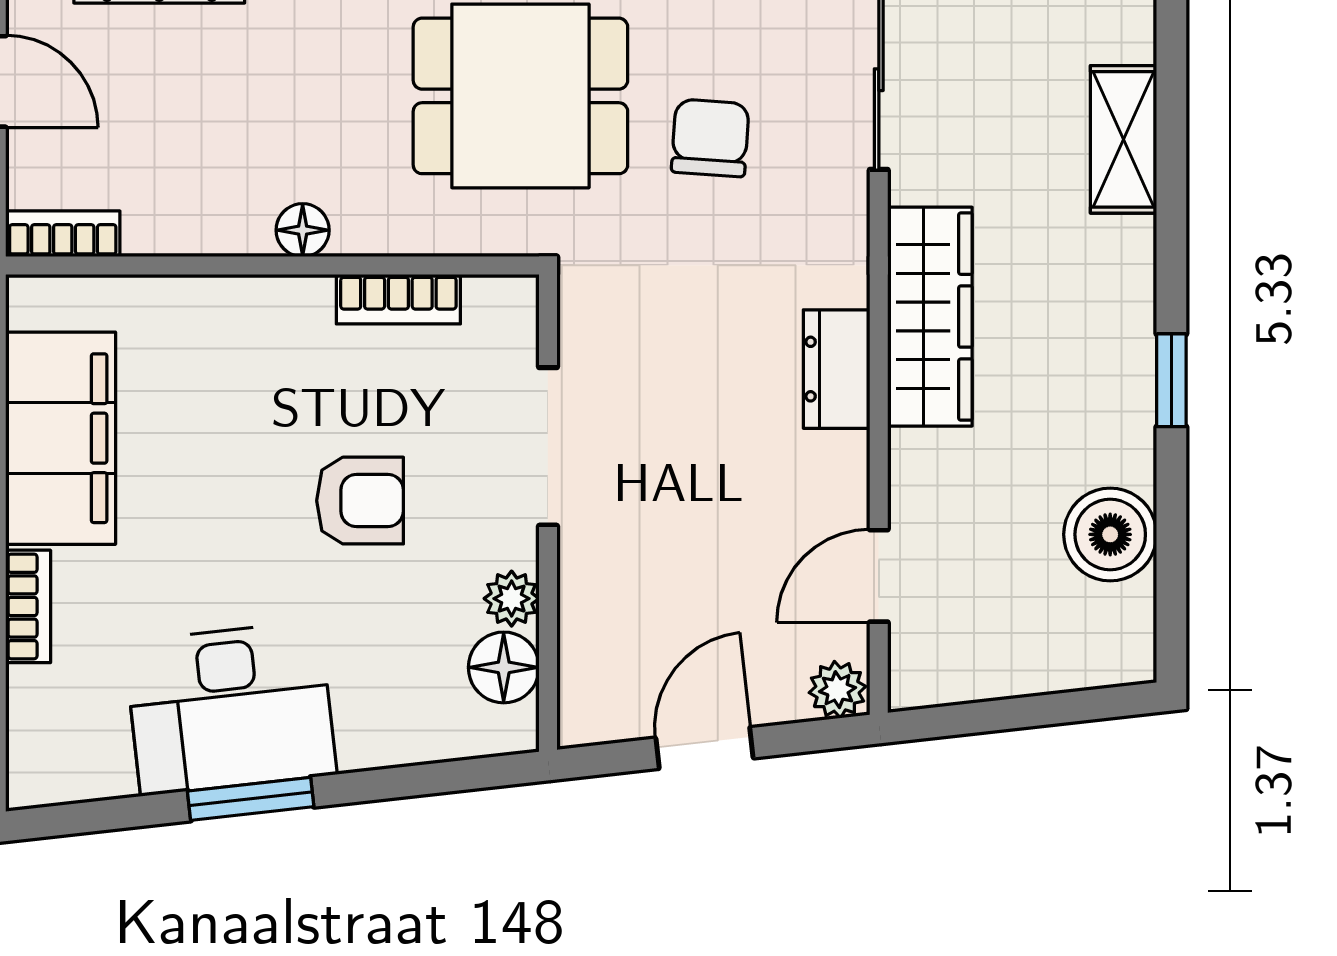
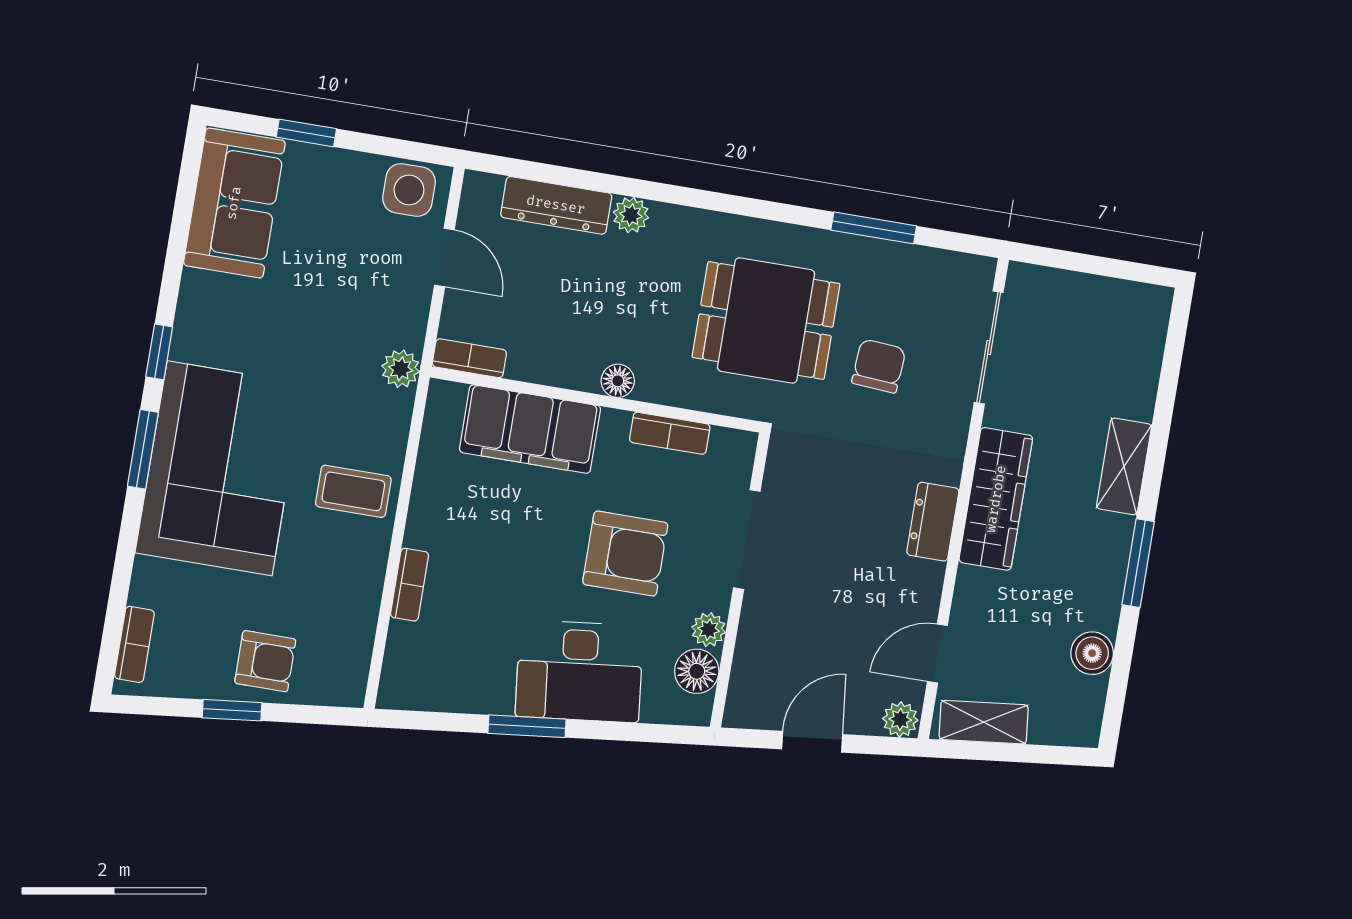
shelving: (1123, 139) -> (1124, 466), moved
window: (1171, 380) -> (1138, 563), width x1.50
filing cabinet: (61, 438) -> (530, 429), moved, turned 90
armchair: (360, 501) -> (625, 554), width x1.38, depth x1.38
boiler: (1110, 534) -> (1092, 653), width x0.73, depth x0.73
shelving: (970, 672) -> (984, 722), added
desk: (230, 708) -> (579, 671), moved

